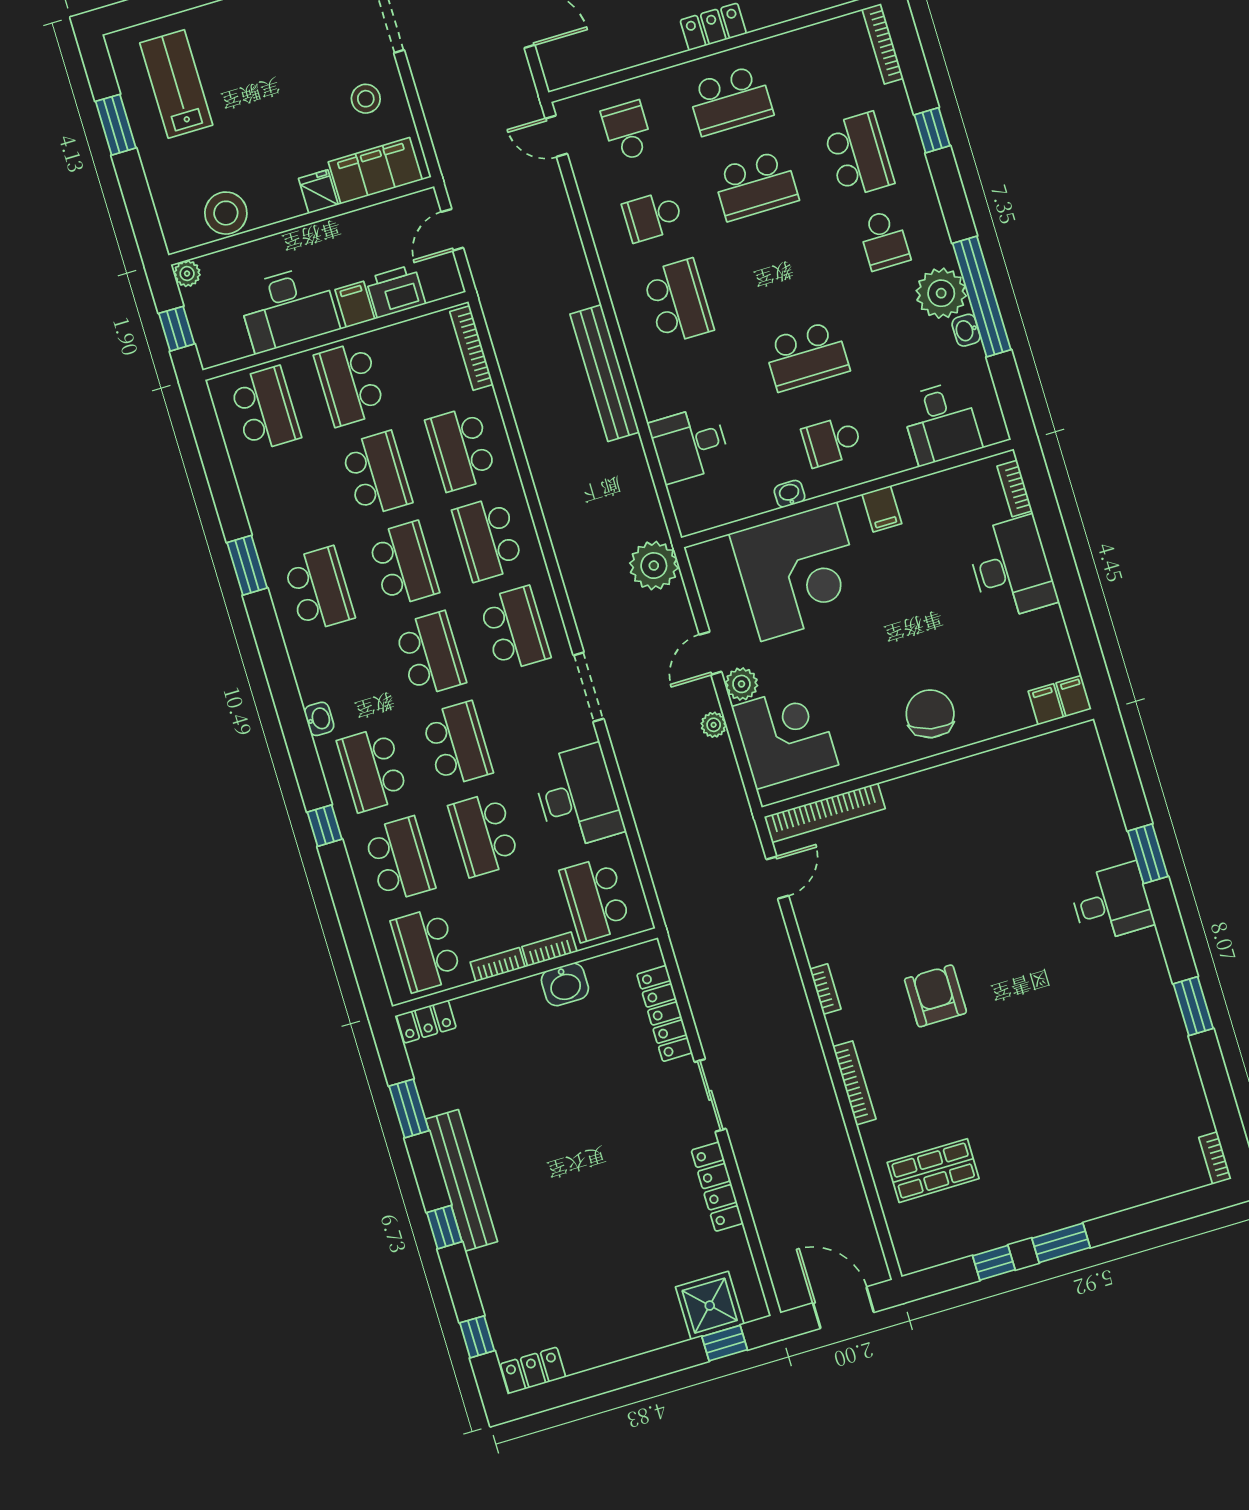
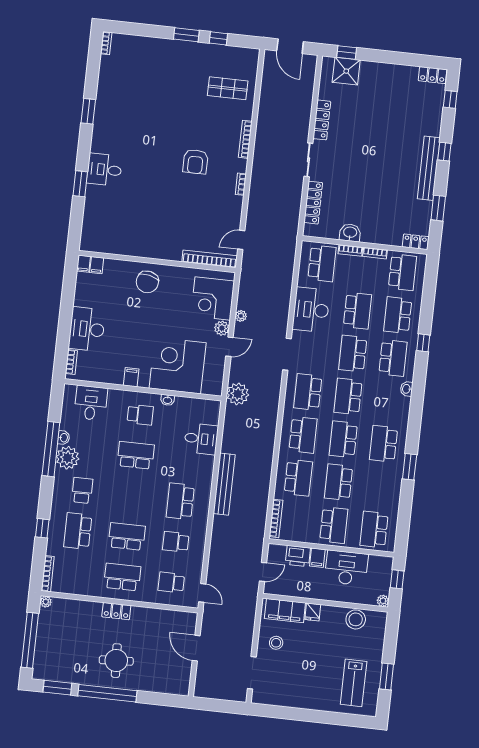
school desk: (627, 131) -> (171, 582), turned 90
school desk: (653, 216) -> (176, 542), turned 180

